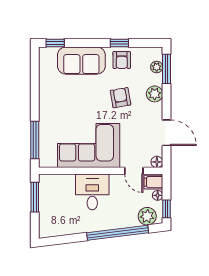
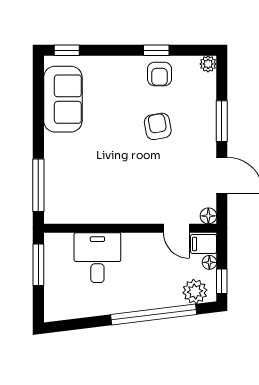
sofa: (81, 61) -> (63, 99), moved, turned -90
plant: (157, 67) -> (208, 64), moved
window: (167, 69) -> (222, 121), moved
plant: (155, 94) -> (205, 121), removed
corner sofa: (89, 146) -> (113, 193), removed
desk: (92, 192) -> (97, 258), moved

